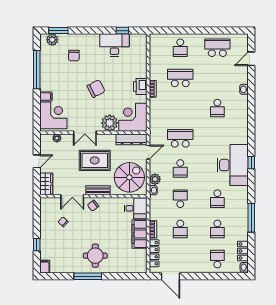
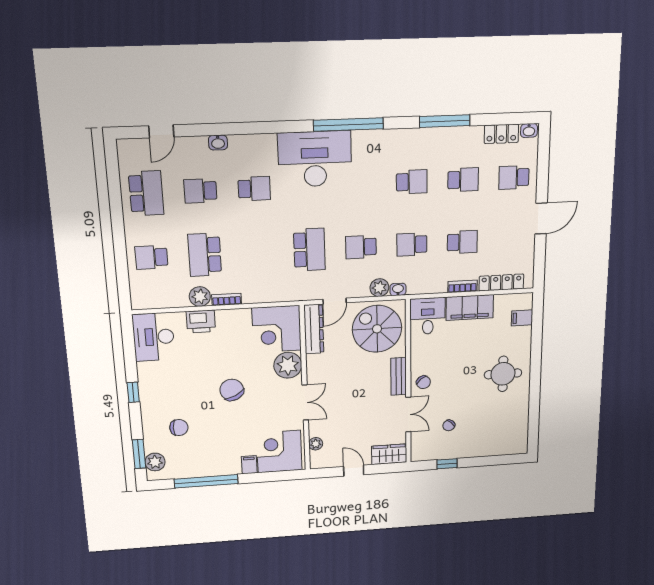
window: (122, 31) -> (133, 392), moved
desk: (114, 45) -> (154, 337), moved
school desk: (180, 48) -> (151, 257), turned 180
school desk: (217, 48) -> (146, 193), turned 180
door: (251, 59) -> (161, 131), hinge flipped
plant: (155, 73) -> (200, 297), added
school desk: (217, 78) -> (200, 191), added
printer: (140, 86) -> (201, 321), moved
school desk: (180, 138) -> (309, 250), turned 180
door: (148, 152) -> (335, 301), swing flipped
rug: (95, 160) -> (350, 384), removed
window: (251, 163) -> (348, 125), width x3.17
desk: (233, 165) -> (315, 159), moved
school desk: (180, 168) -> (361, 247), turned 180
window: (37, 245) -> (447, 464), moved
filing cabinet: (45, 267) -> (522, 318), moved
window: (88, 276) -> (535, 383), removed
door: (171, 276) -> (541, 218), moved

